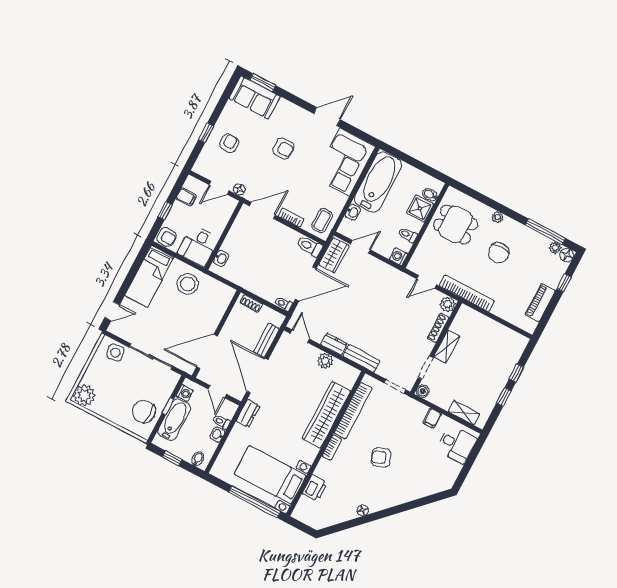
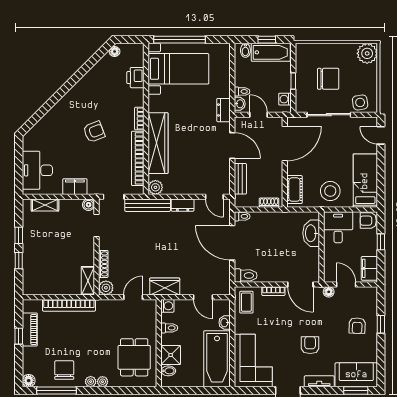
tv unit: (293, 110) -> (319, 381), added
armchair: (283, 148) -> (310, 345), turned 90
door: (219, 188) -> (346, 284), hinge flipped
filing cabinet: (186, 197) -> (369, 268), width x2.00
door: (262, 211) -> (300, 284), hinge flipped
dining table: (456, 224) -> (134, 357), turned 90
door: (361, 247) -> (203, 297), hinge flipped
plant: (555, 248) -> (91, 382), moved
chair: (499, 253) -> (64, 370), moved
wardrobe: (334, 255) -> (165, 286), moved, turned 90
washbasin: (221, 258) -> (311, 233), width x1.91, depth x1.45
window: (564, 283) -> (19, 336), moved
door: (306, 284) -> (232, 243), hinge flipped
bookcase: (467, 293) -> (69, 305), moved
cot: (221, 303) -> (294, 190), added
door: (112, 311) -> (381, 135), hinge flipped
shelving: (447, 347) -> (88, 281), moved
bench: (361, 358) -> (148, 205), width x1.36
plant: (325, 361) -> (155, 187), moved
door: (257, 376) -> (232, 146), width x0.73
chair: (144, 412) -> (328, 79), moved
filing cabinet: (432, 418) -> (75, 187), width x2.00
bathtub: (174, 420) -> (271, 52), moved, turned -90
washbasin: (217, 435) -> (240, 104), moved
desk: (456, 444) -> (37, 170), width x1.37
floor lamp: (363, 510) -> (115, 51), moved

